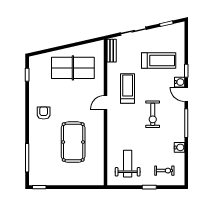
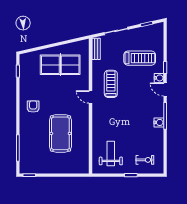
door: (106, 103) -> (90, 97), hinge flipped
exercise bike: (153, 114) -> (134, 108), removed
water cooler: (180, 147) -> (159, 122), moved

